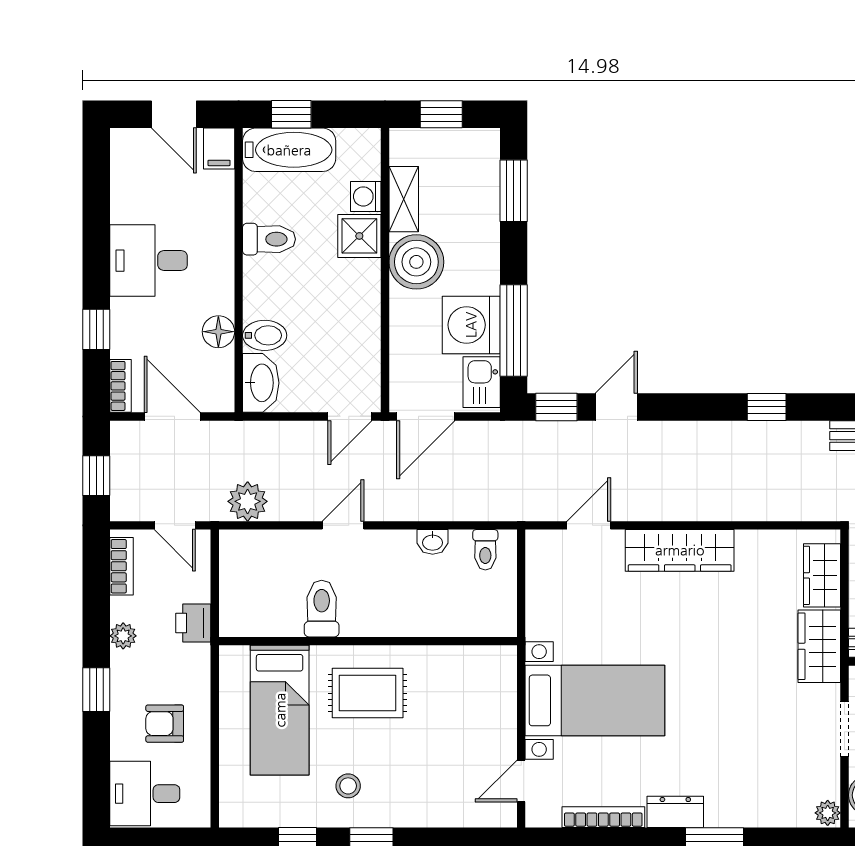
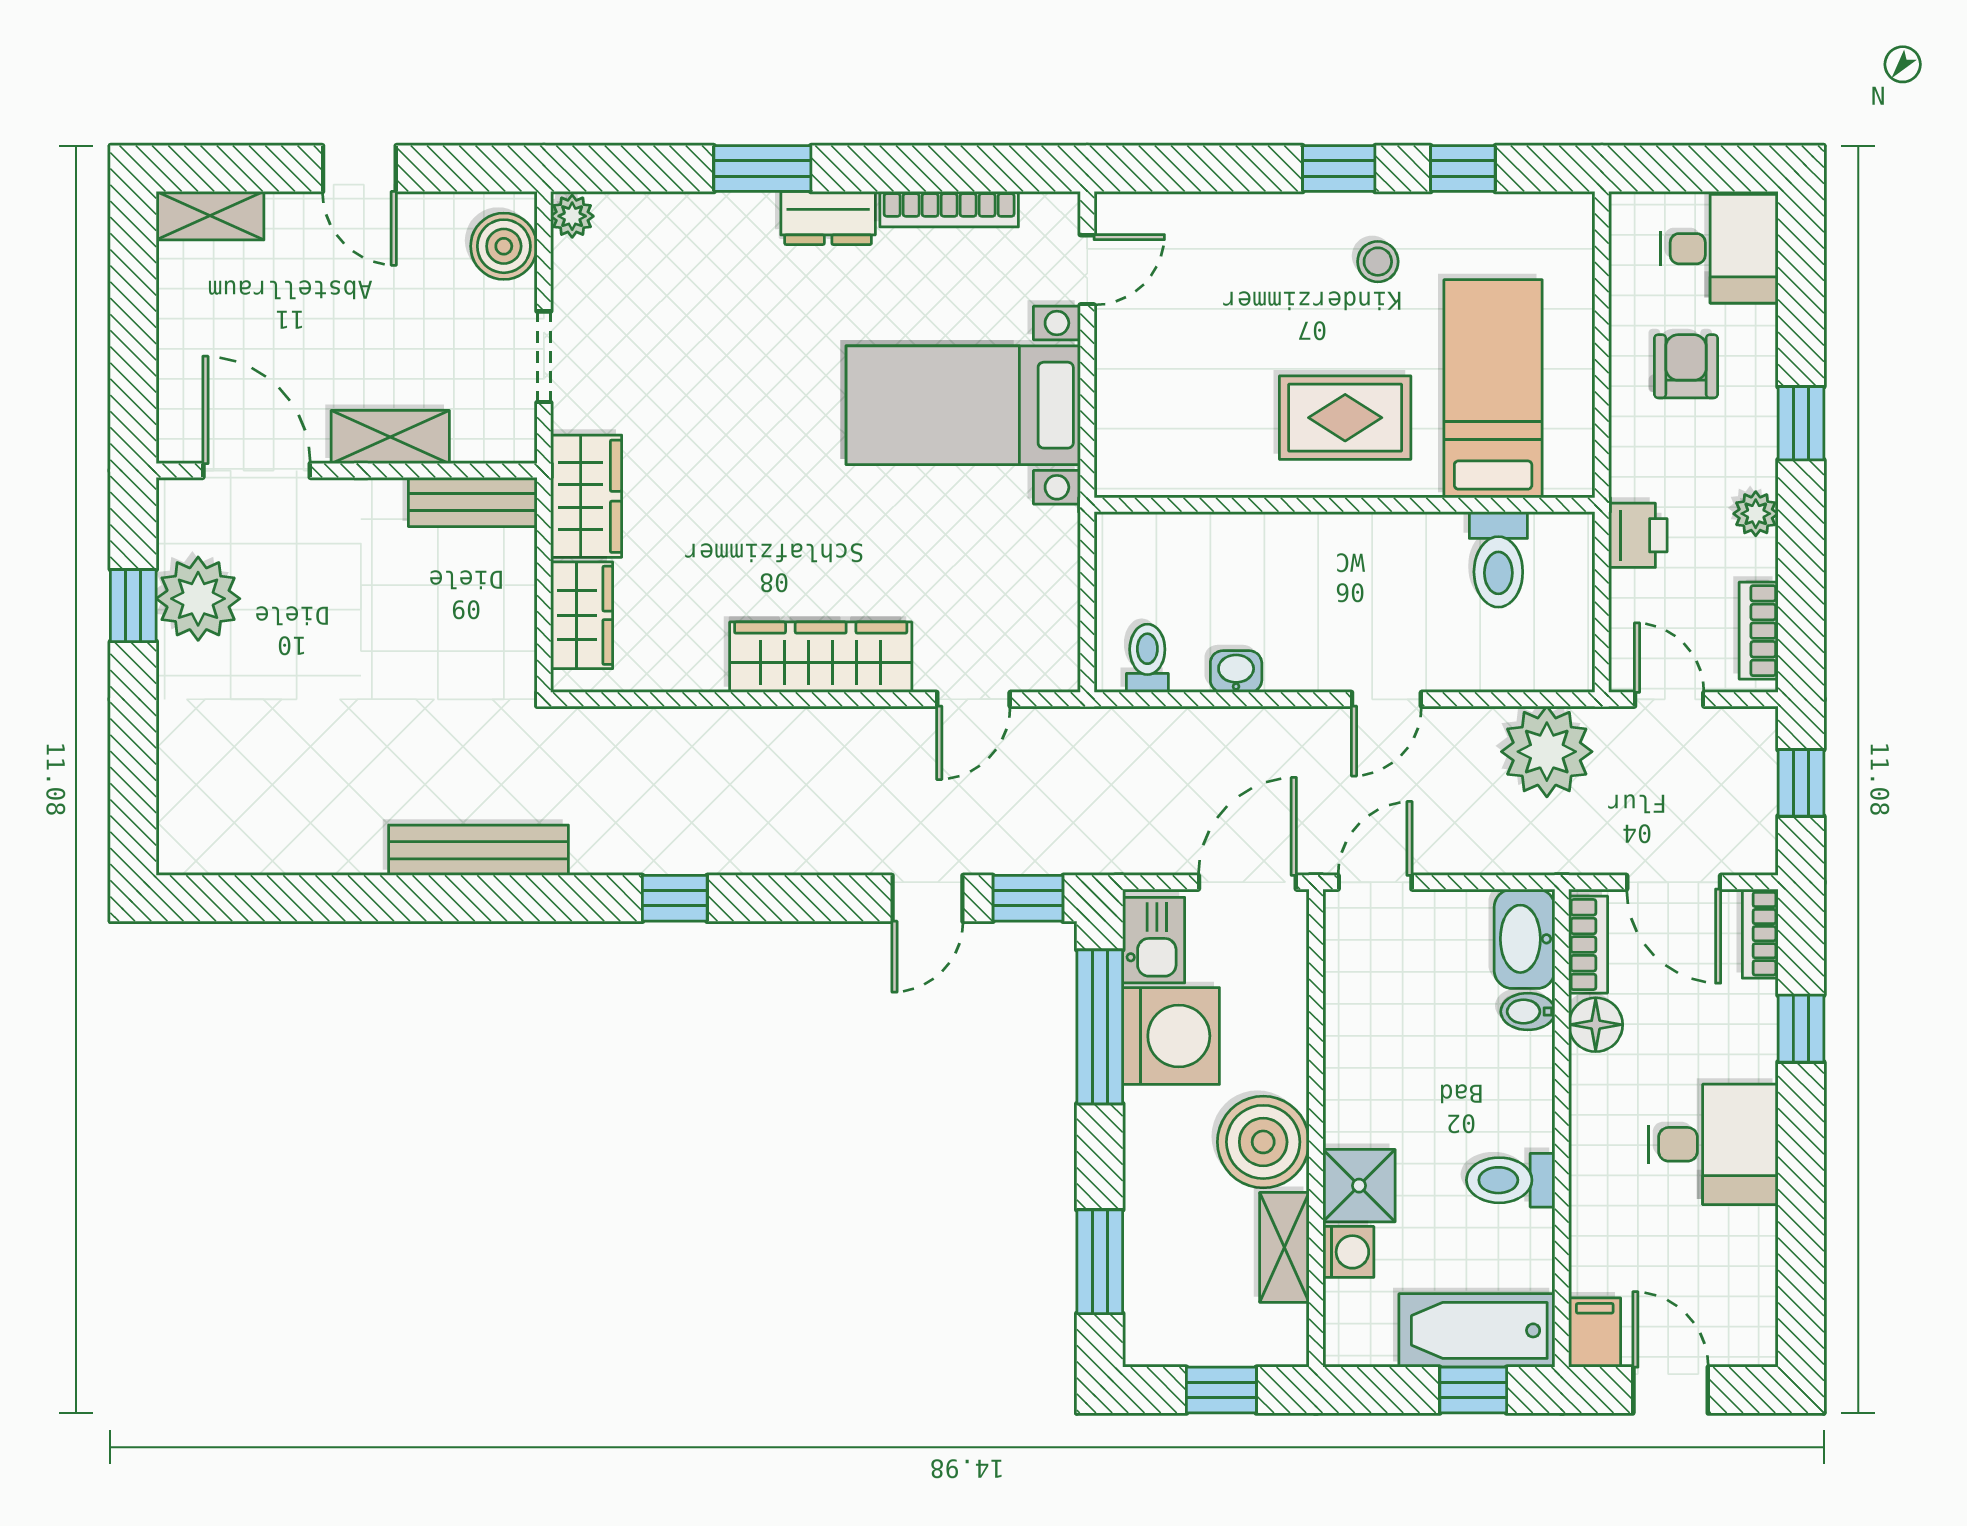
bidet: (265, 335) -> (1528, 1012), width x0.72, depth x0.74
bookcase: (223, 379) -> (1588, 945), added
plant: (248, 501) -> (1547, 752), width x1.36, depth x1.36
toilet: (322, 609) -> (1498, 559), moved
armchair: (165, 724) -> (1686, 366), turned -90

